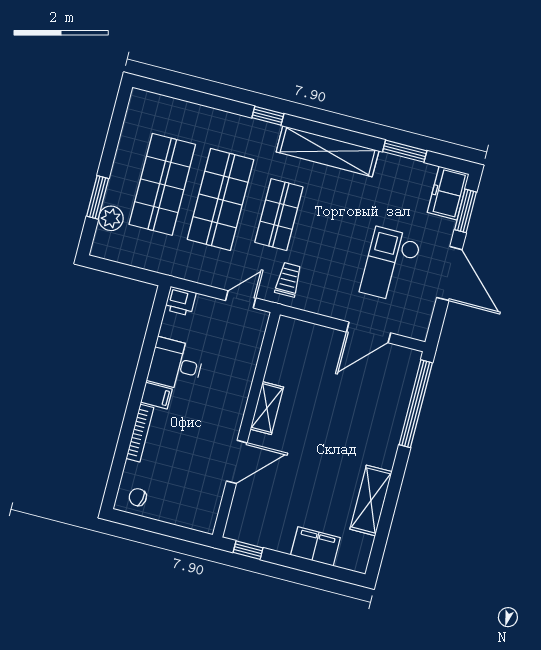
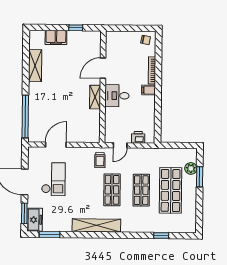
window: (268, 116) -> (161, 236), moved
window: (405, 151) -> (49, 234), moved
shop shelf: (221, 199) -> (141, 190), width x0.70, depth x0.74
printer: (180, 301) -> (138, 137), moved
desk: (176, 364) -> (117, 96), moved, turned 180
window: (248, 550) -> (76, 28), moved

